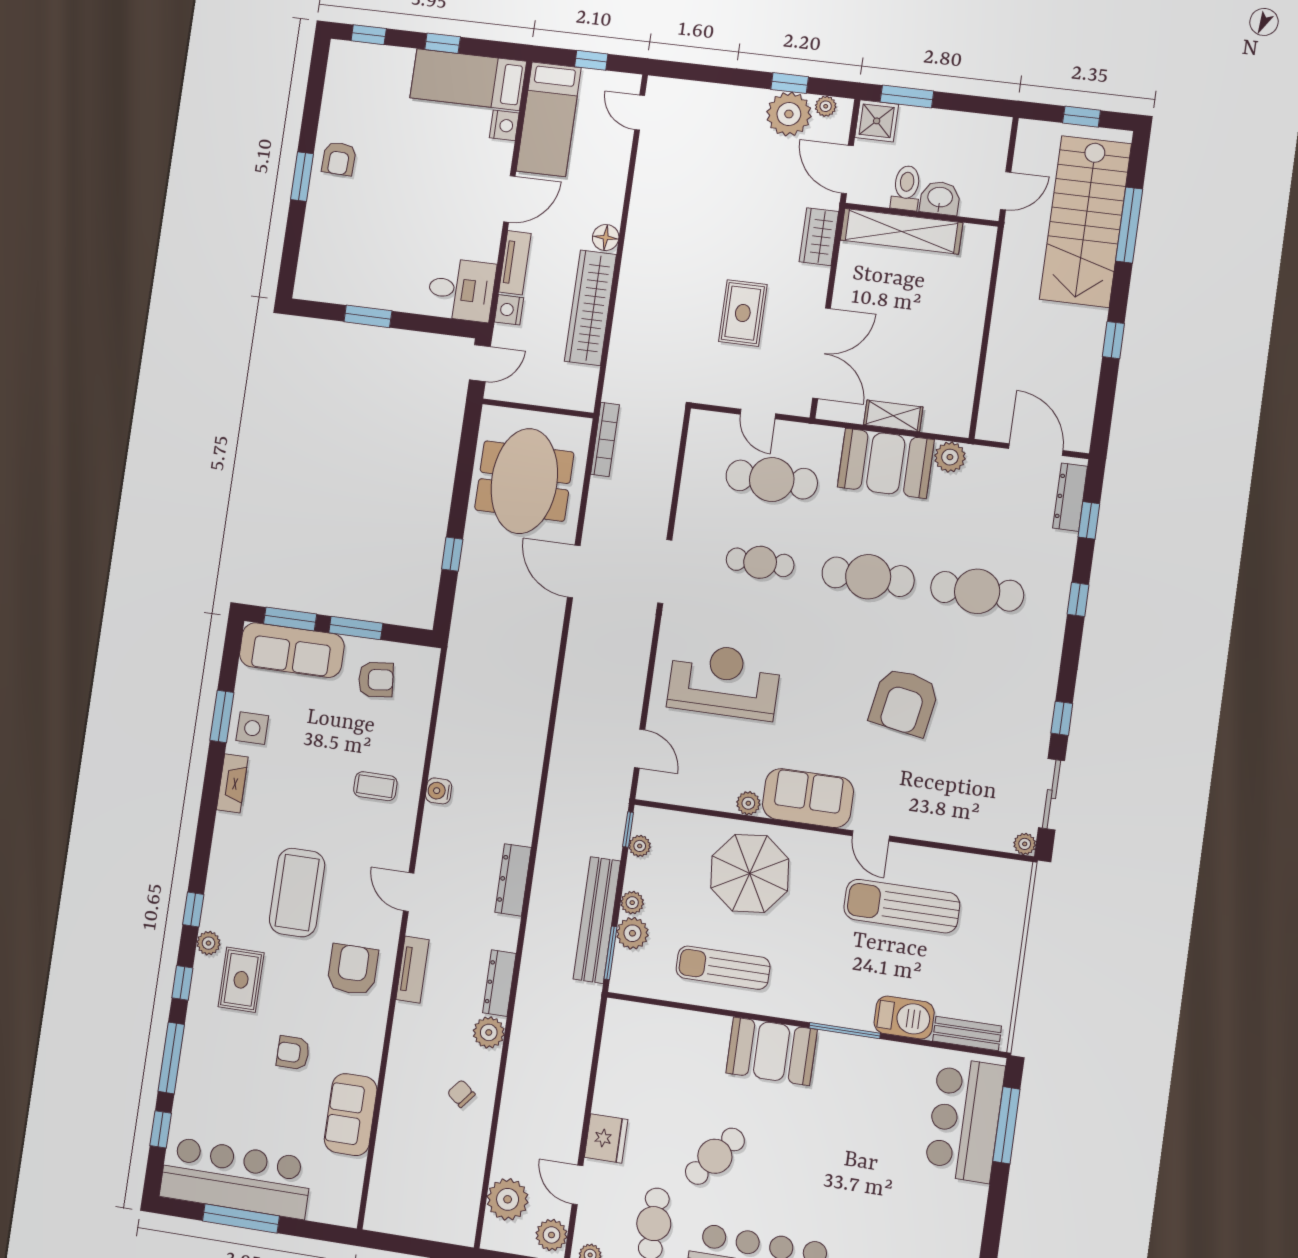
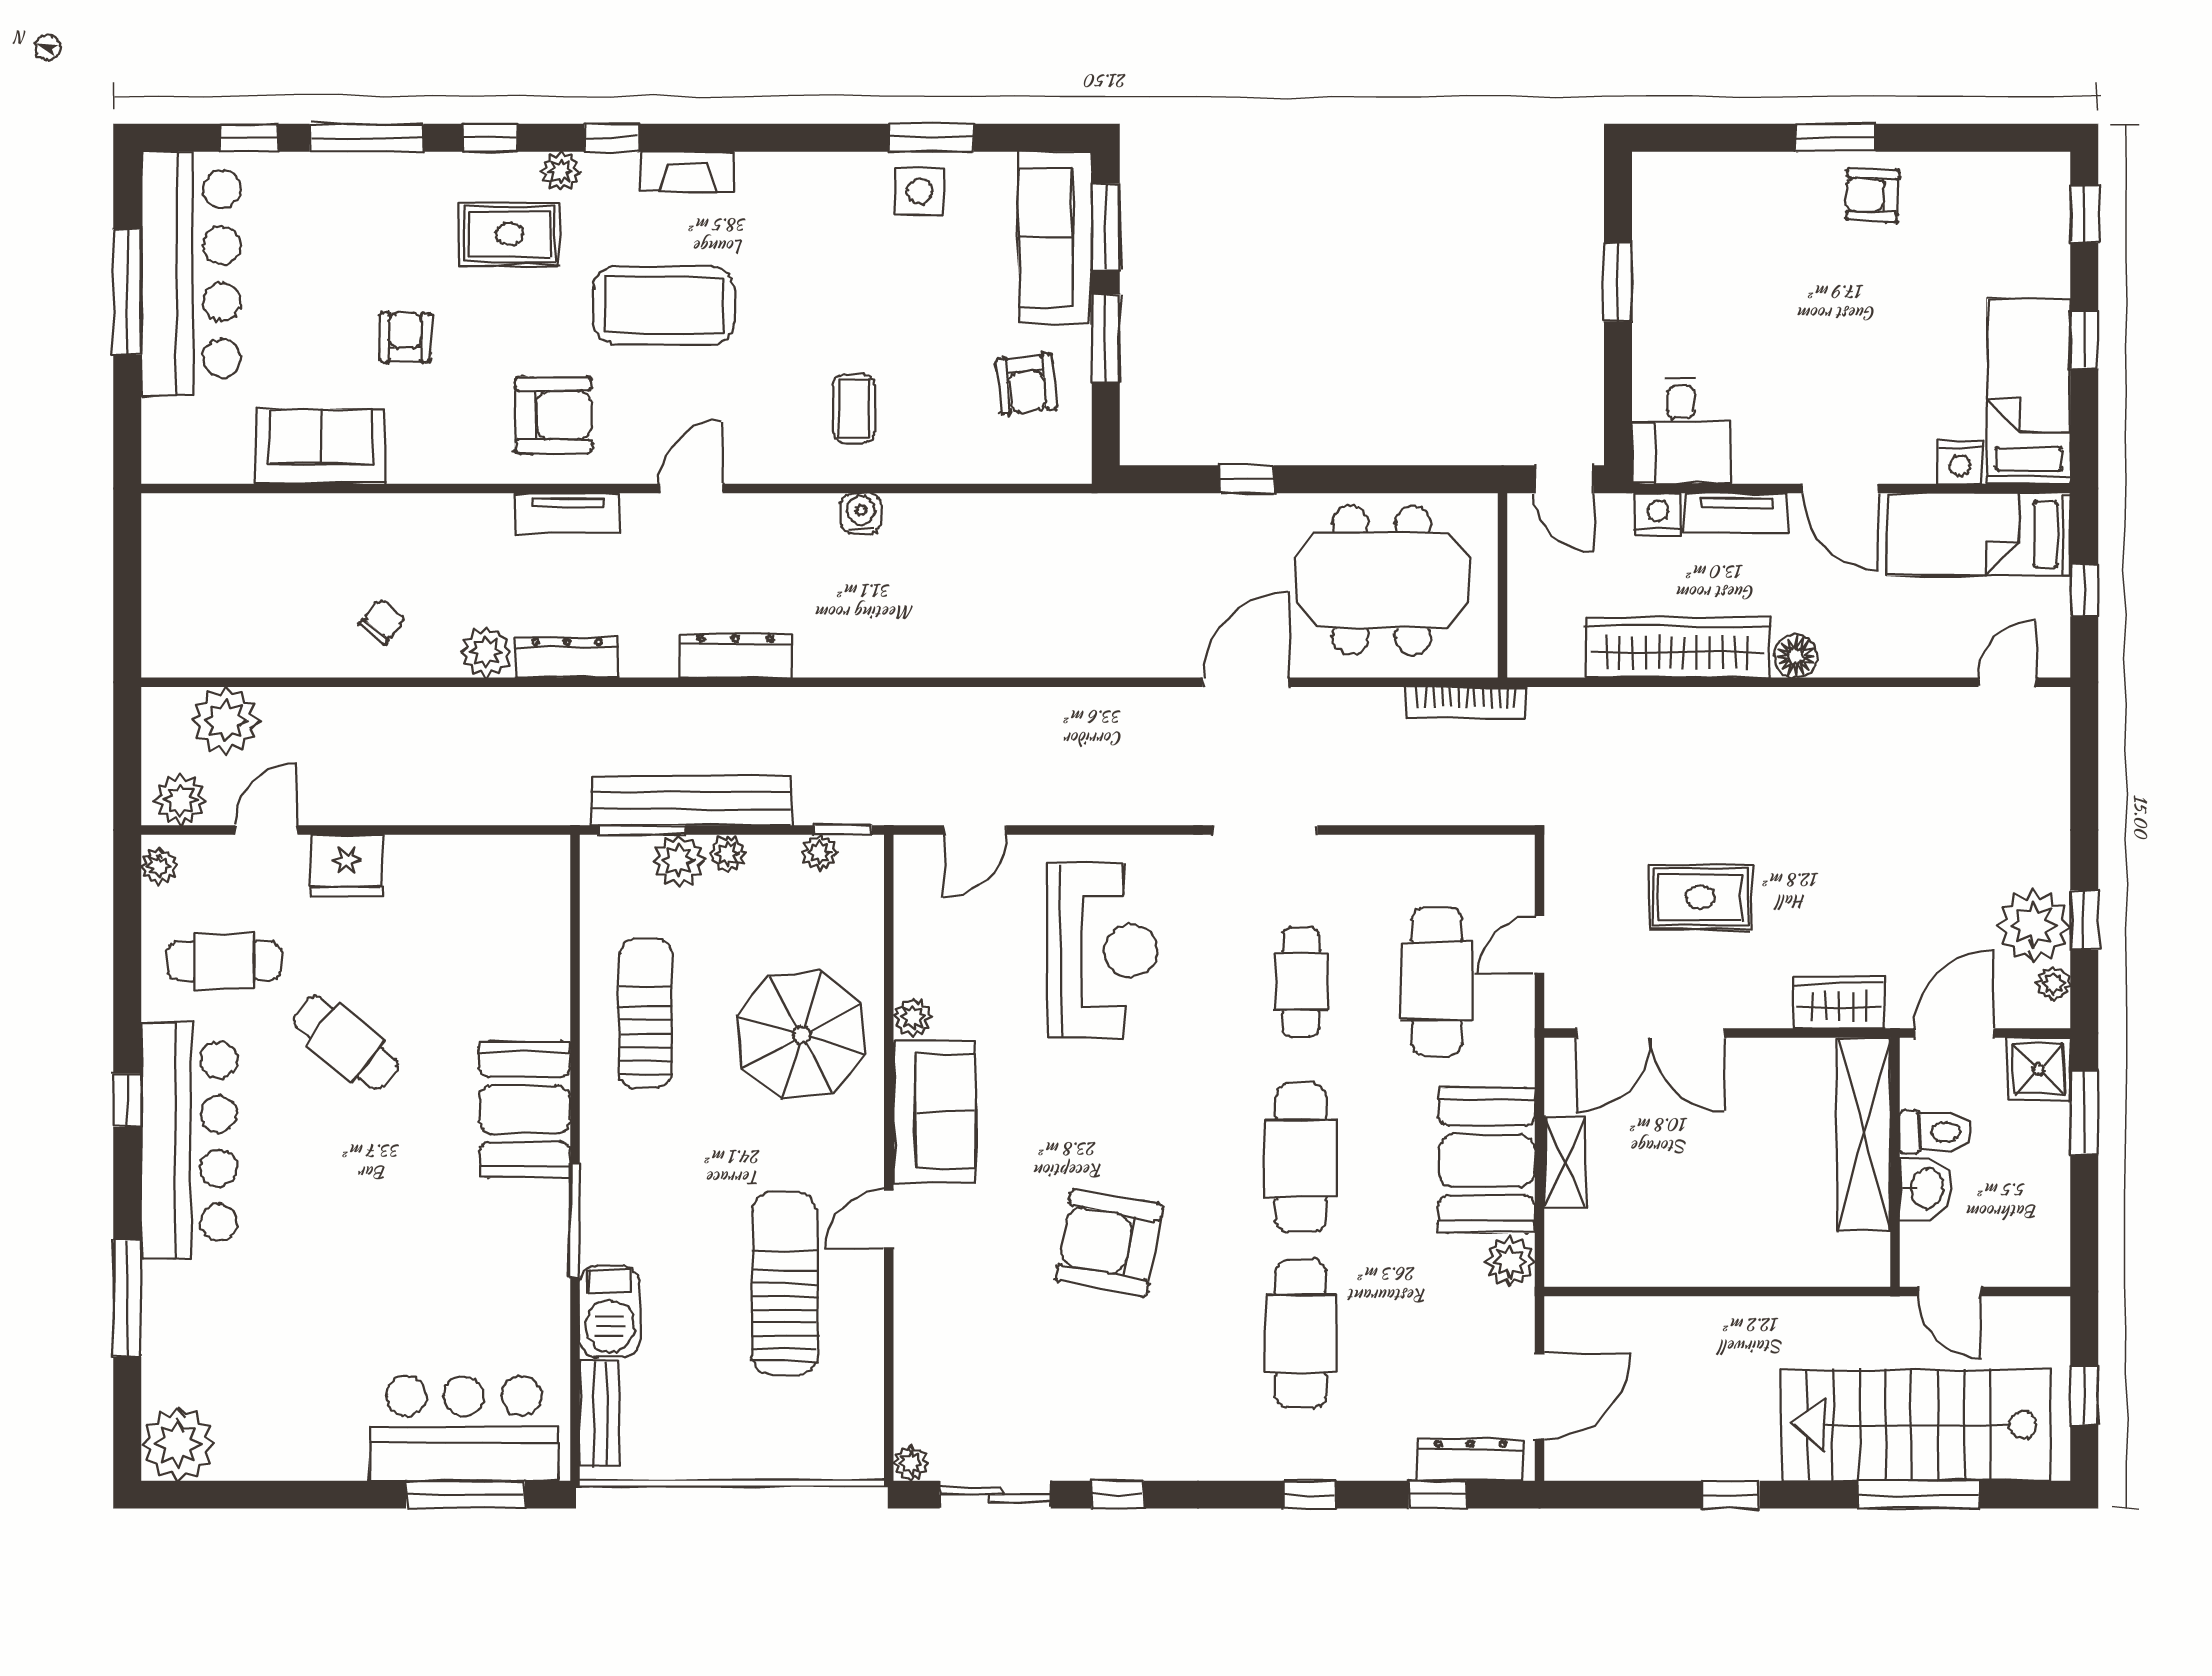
fireplace: (232, 783) -> (687, 171), moved

